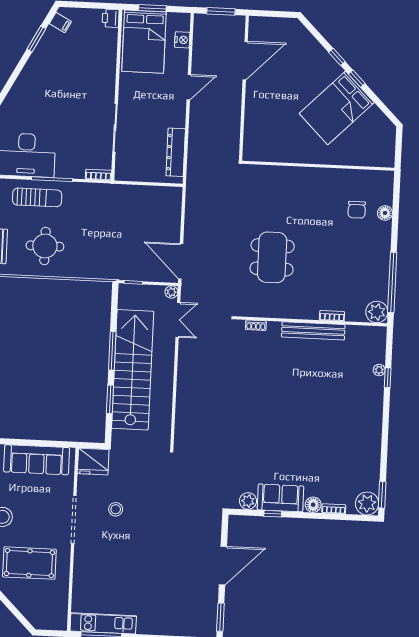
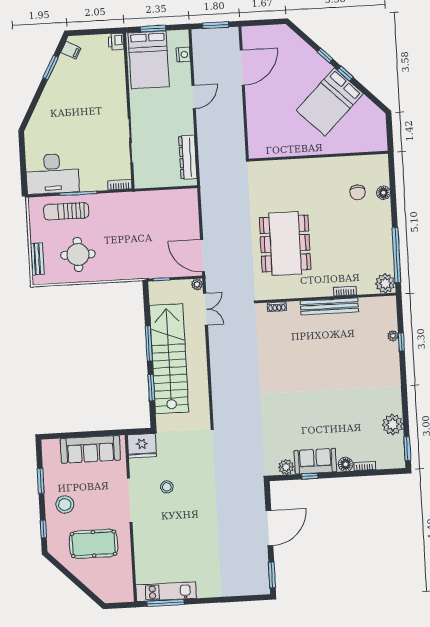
sun lounger: (37, 197) -> (66, 211), turned 180
dining table: (272, 257) -> (285, 244), width x1.36, depth x1.24
plant: (367, 503) -> (393, 424), moved

